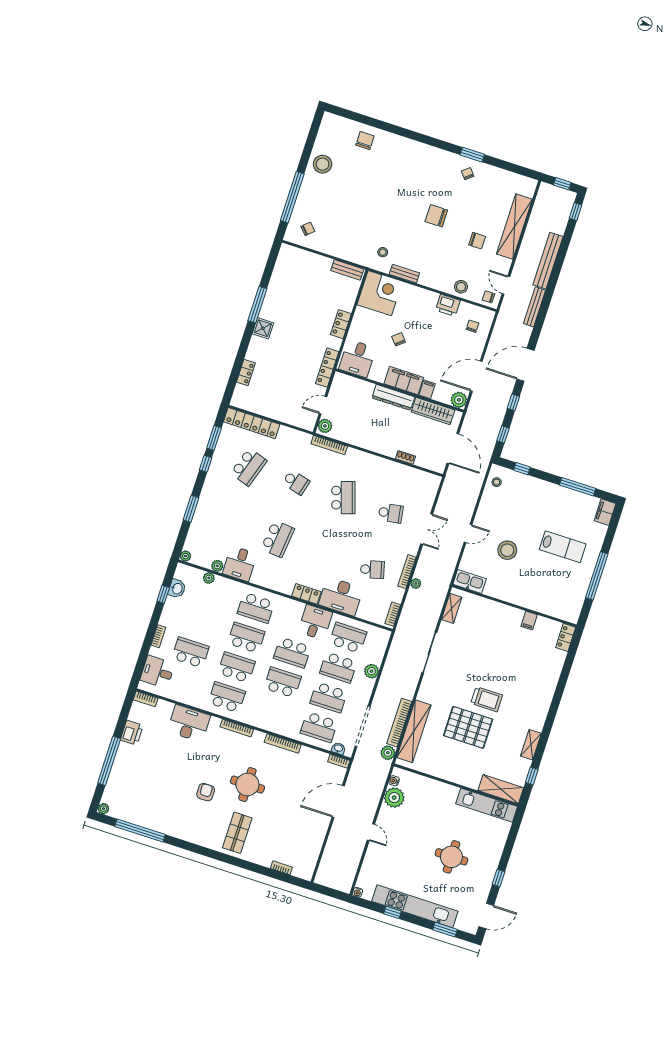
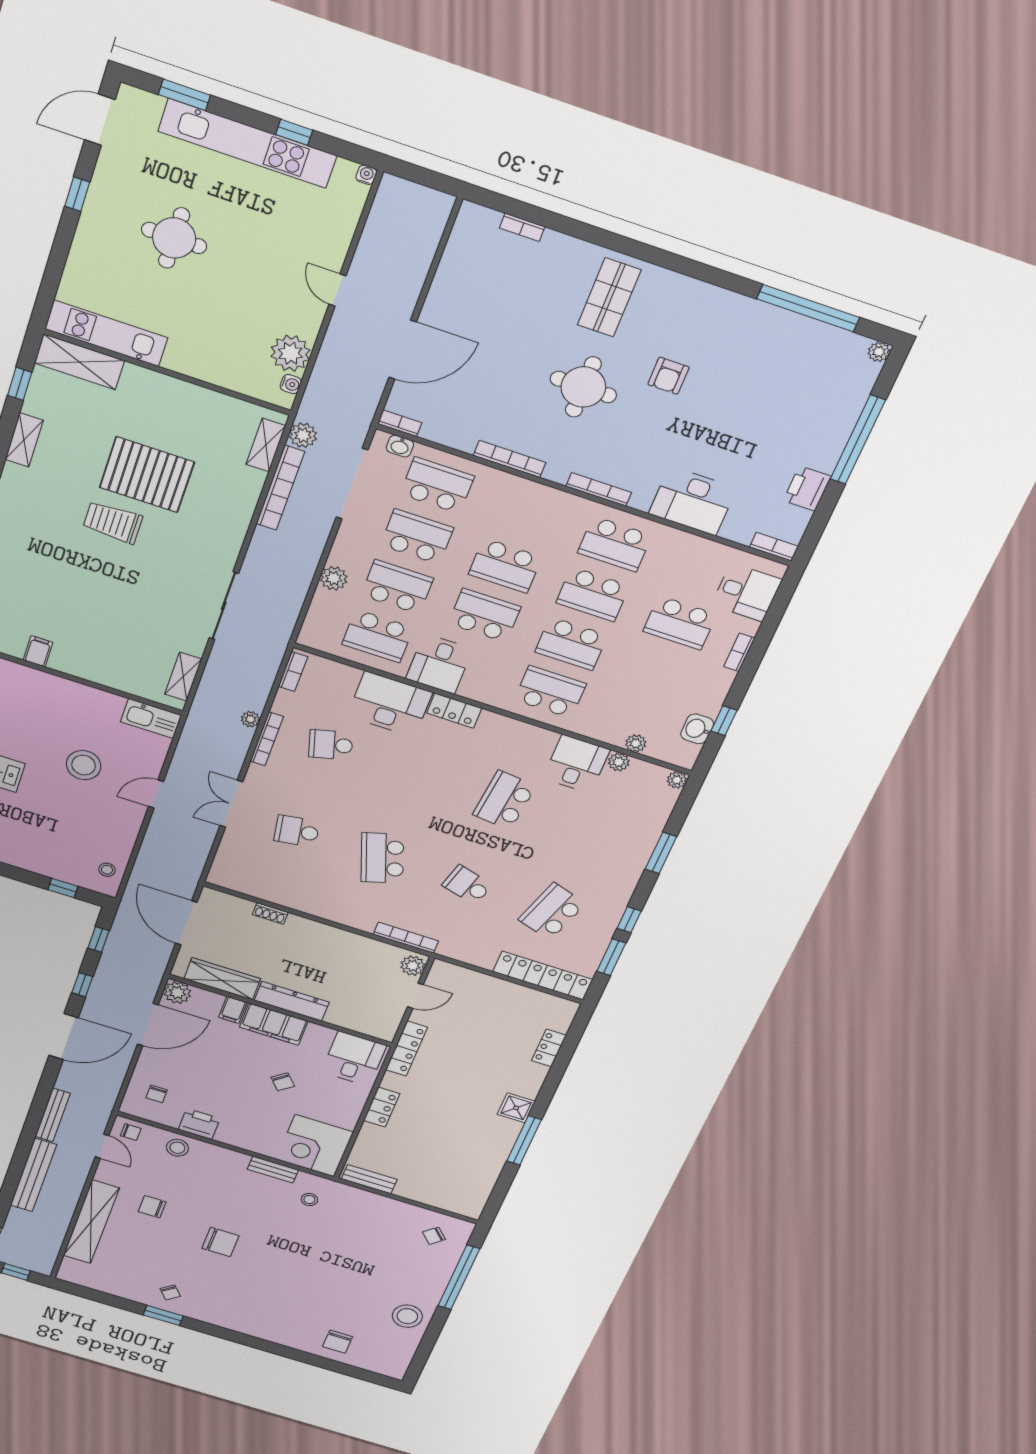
shelving: (414, 731) -> (266, 445), width x0.45, depth x0.75

